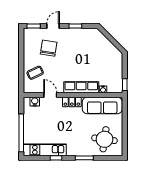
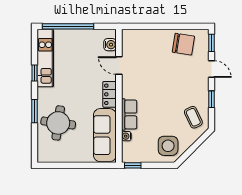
chair: (49, 48) -> (183, 44), moved
side table: (110, 58) -> (168, 146), added
coffee table: (35, 73) -> (193, 117), moved
row of seats: (81, 87) -> (129, 114), width x0.68
door: (50, 95) -> (119, 66), swing flipped
round table: (105, 139) -> (58, 123), moved

